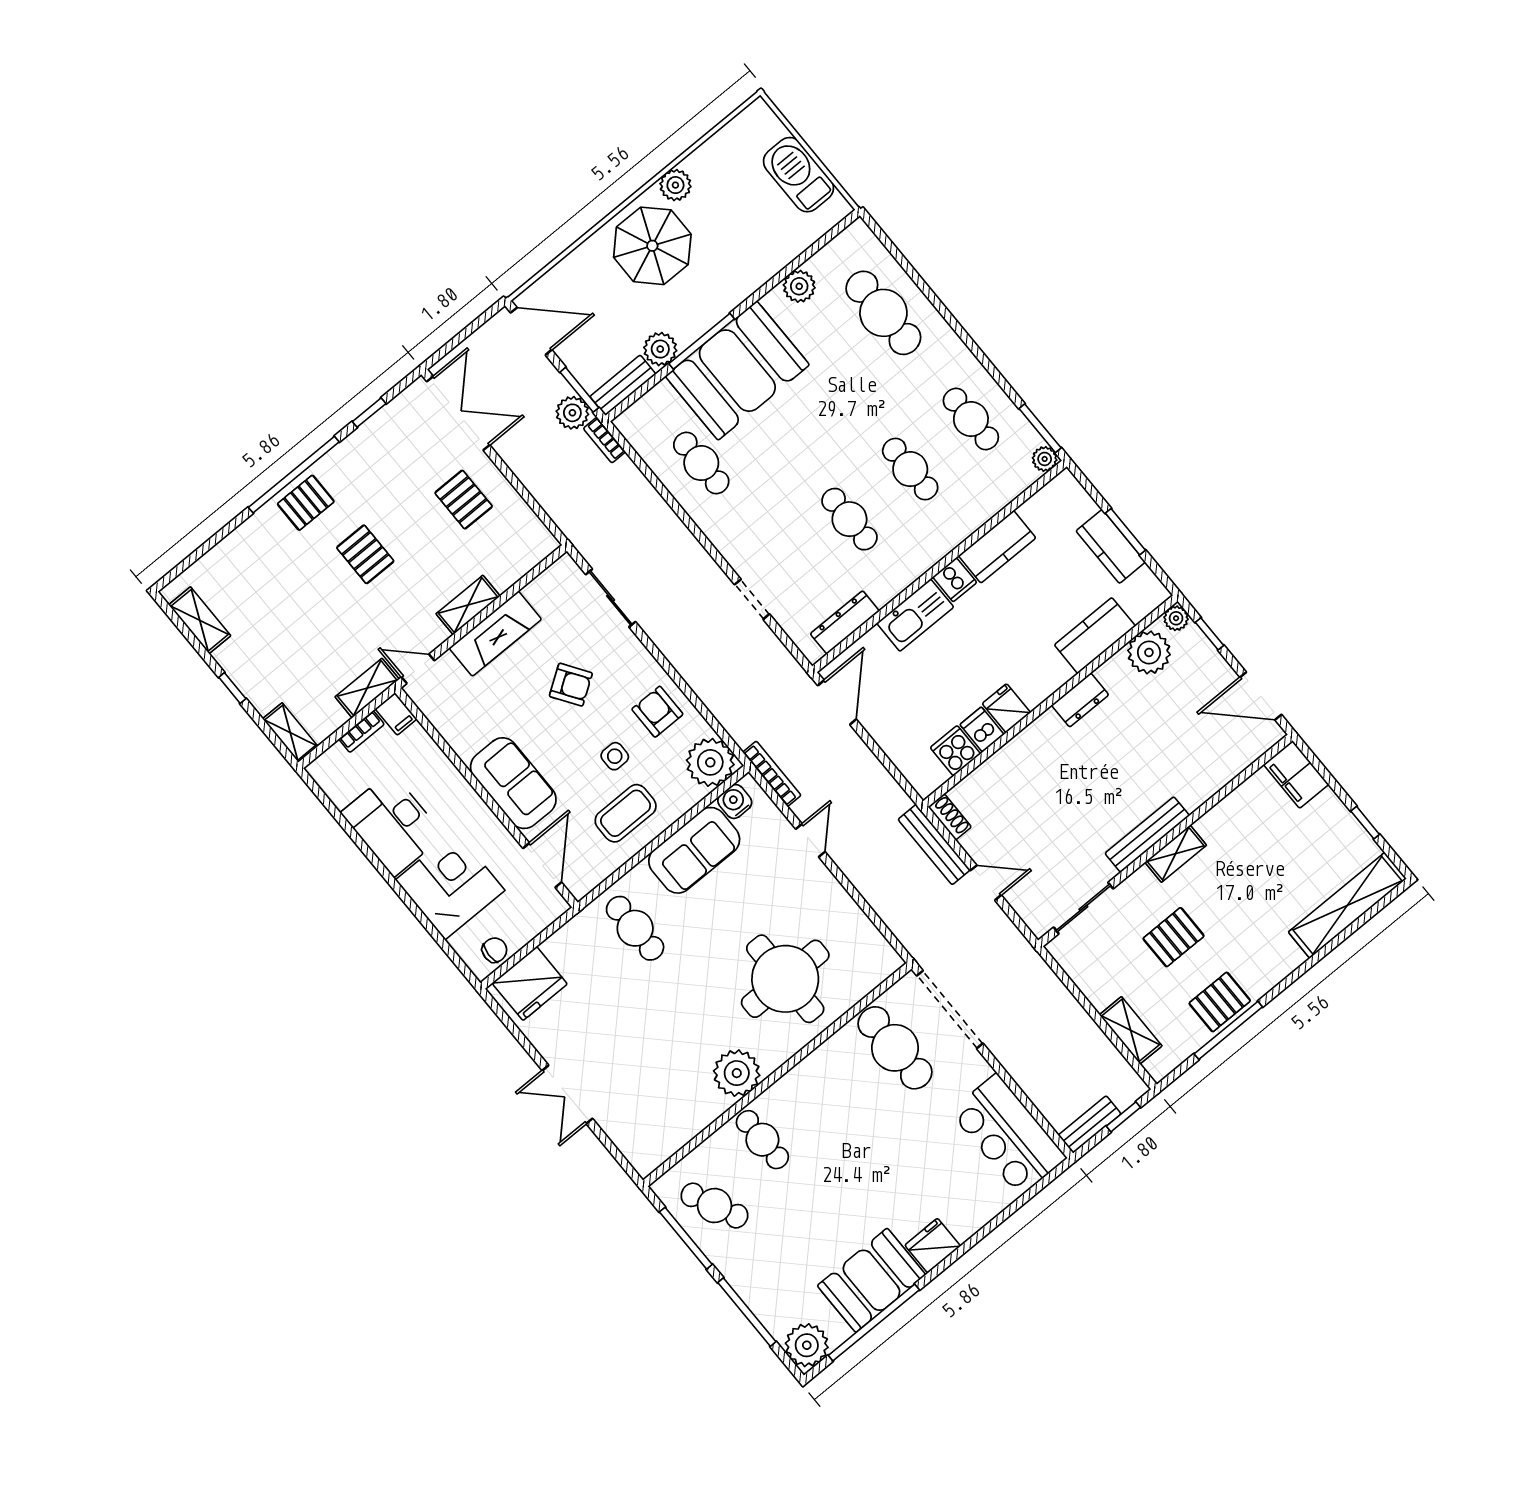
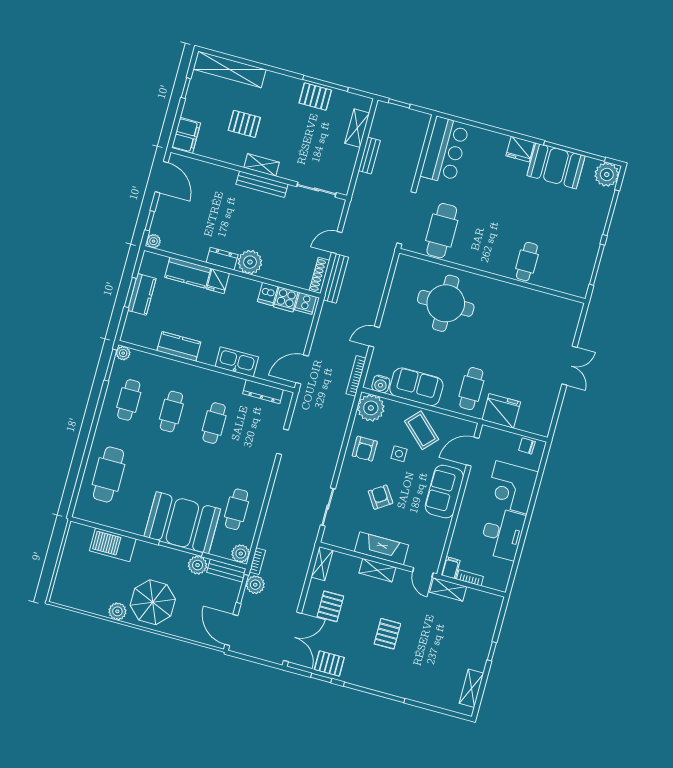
barbecue: (799, 175) -> (113, 545), moved, turned 90
plant: (799, 286) -> (241, 554), moved
double door: (458, 413) -> (293, 637), swing flipped
pallet: (306, 503) -> (329, 663), moved
cooker: (955, 580) -> (306, 303), moved, turned 180
plant: (1149, 652) -> (250, 262), moved
fridge: (1006, 708) -> (218, 281), moved
shelving: (290, 733) -> (322, 564), moved
coffee table: (626, 813) -> (422, 430), turned 43
shoe rack: (950, 817) -> (319, 275), width x1.43
door: (986, 883) -> (337, 243), hinge flipped
pallet: (1174, 937) -> (244, 124), moved
fridge: (530, 984) -> (501, 411), moved
plant: (737, 1073) -> (505, 295), removed
bench: (1090, 1125) -> (369, 156), moved, turned 90
cafe table: (714, 1206) -> (573, 262), removed

